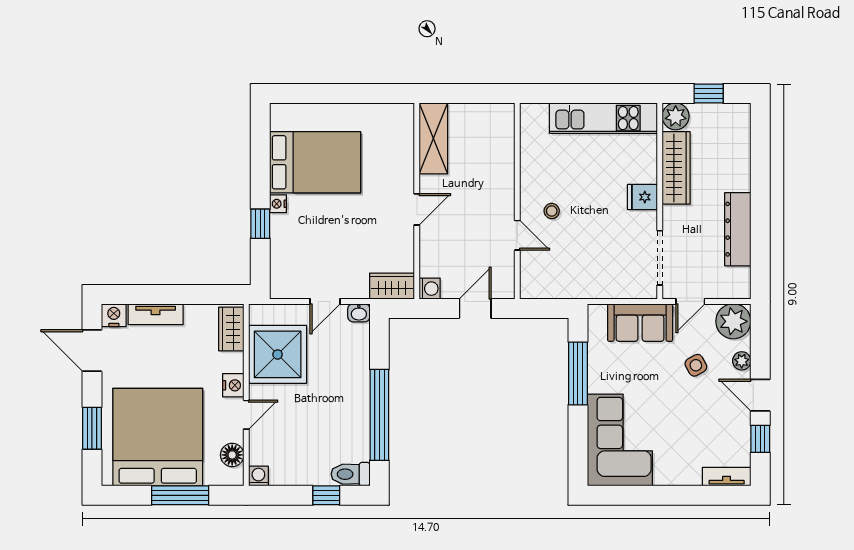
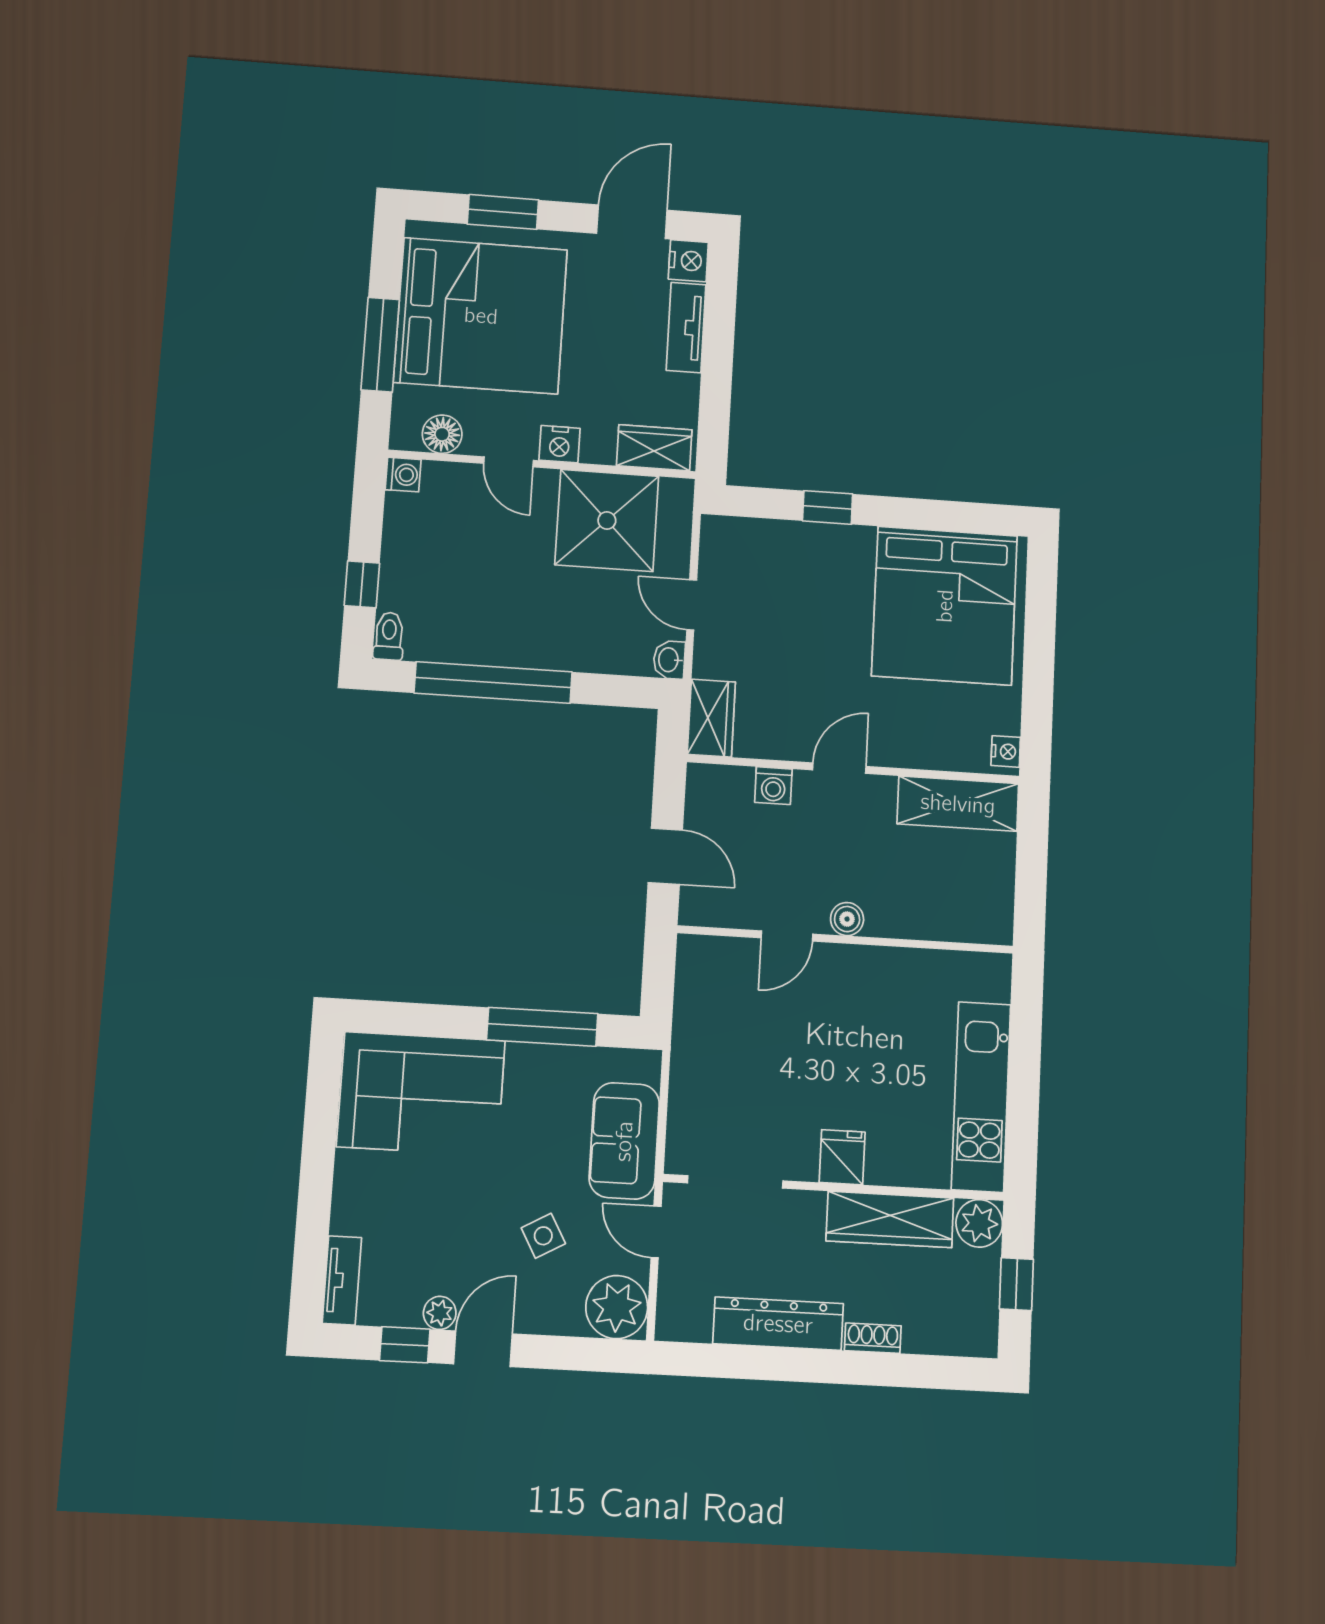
bed: (315, 162) -> (945, 606), width x1.36
shoe rack: (743, 175) -> (873, 1338), added
boiler: (505, 201) -> (847, 919), added
nightstand: (278, 204) -> (1006, 751), moved, turned 90
door: (417, 209) -> (839, 768), swing flipped
stool: (552, 211) -> (826, 998), removed
washing machine: (430, 289) -> (773, 786), moved
plant: (742, 361) -> (440, 1313), moved
toilet: (351, 474) -> (389, 636), width x0.73, depth x0.72

